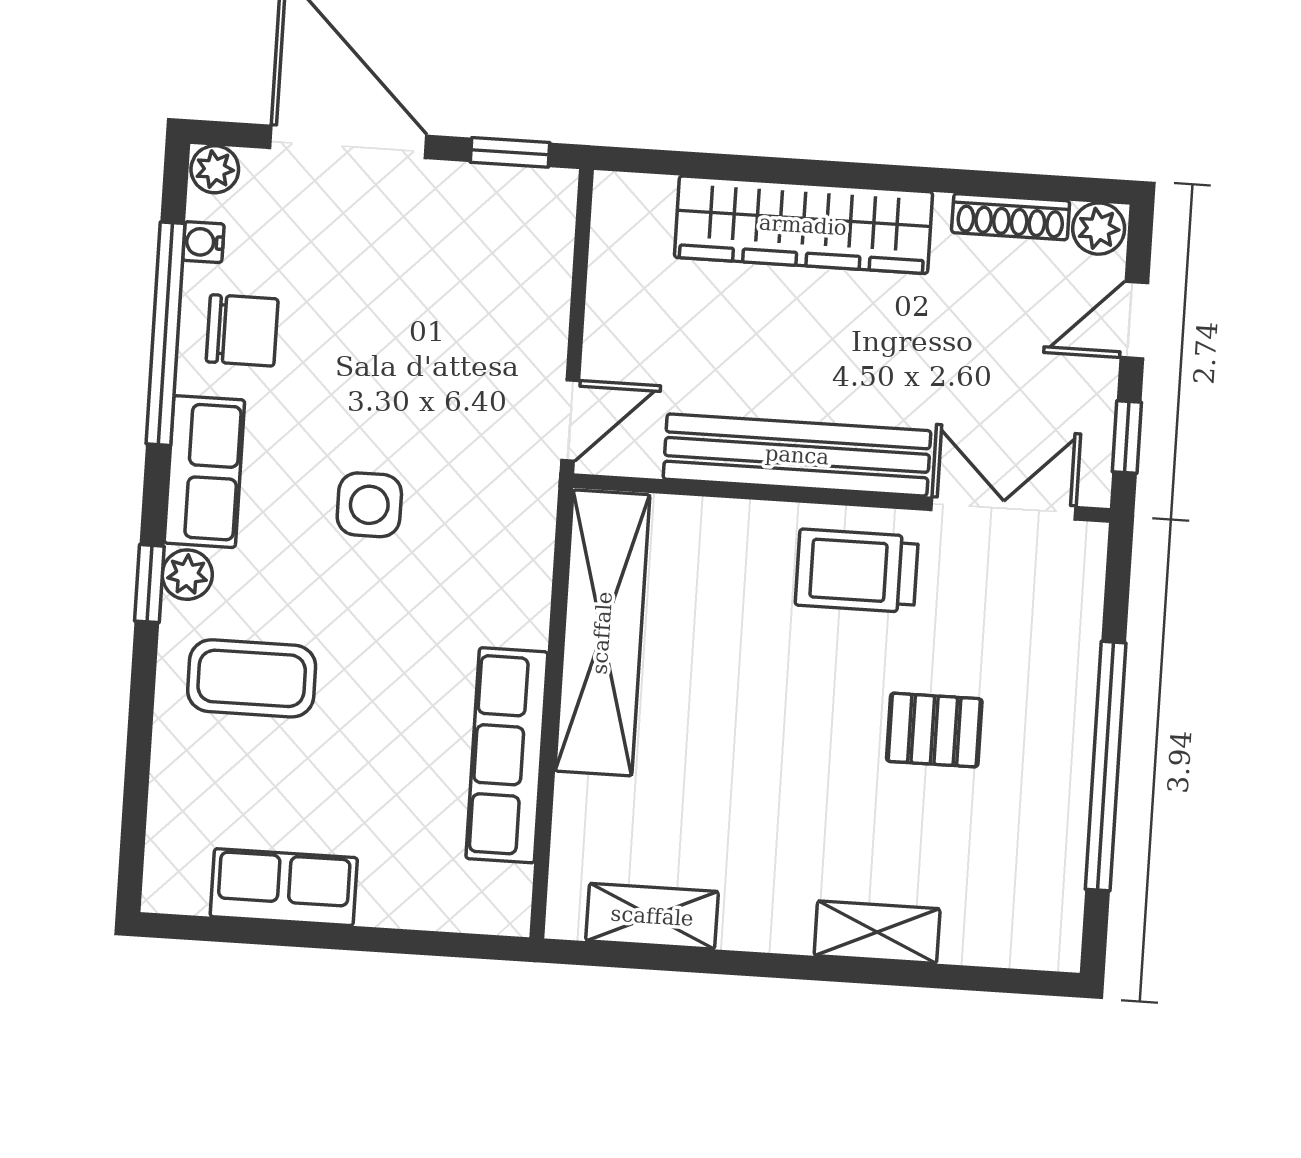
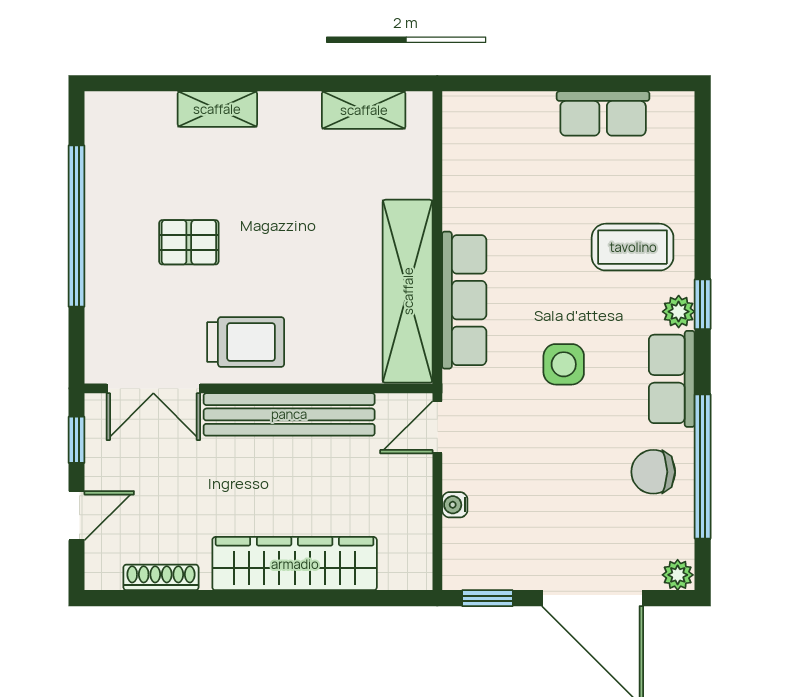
plant: (1099, 229) -> (104, 573), removed
water cooler: (203, 242) -> (455, 505), moved, turned 180
row of seats: (507, 755) -> (464, 300), moved

